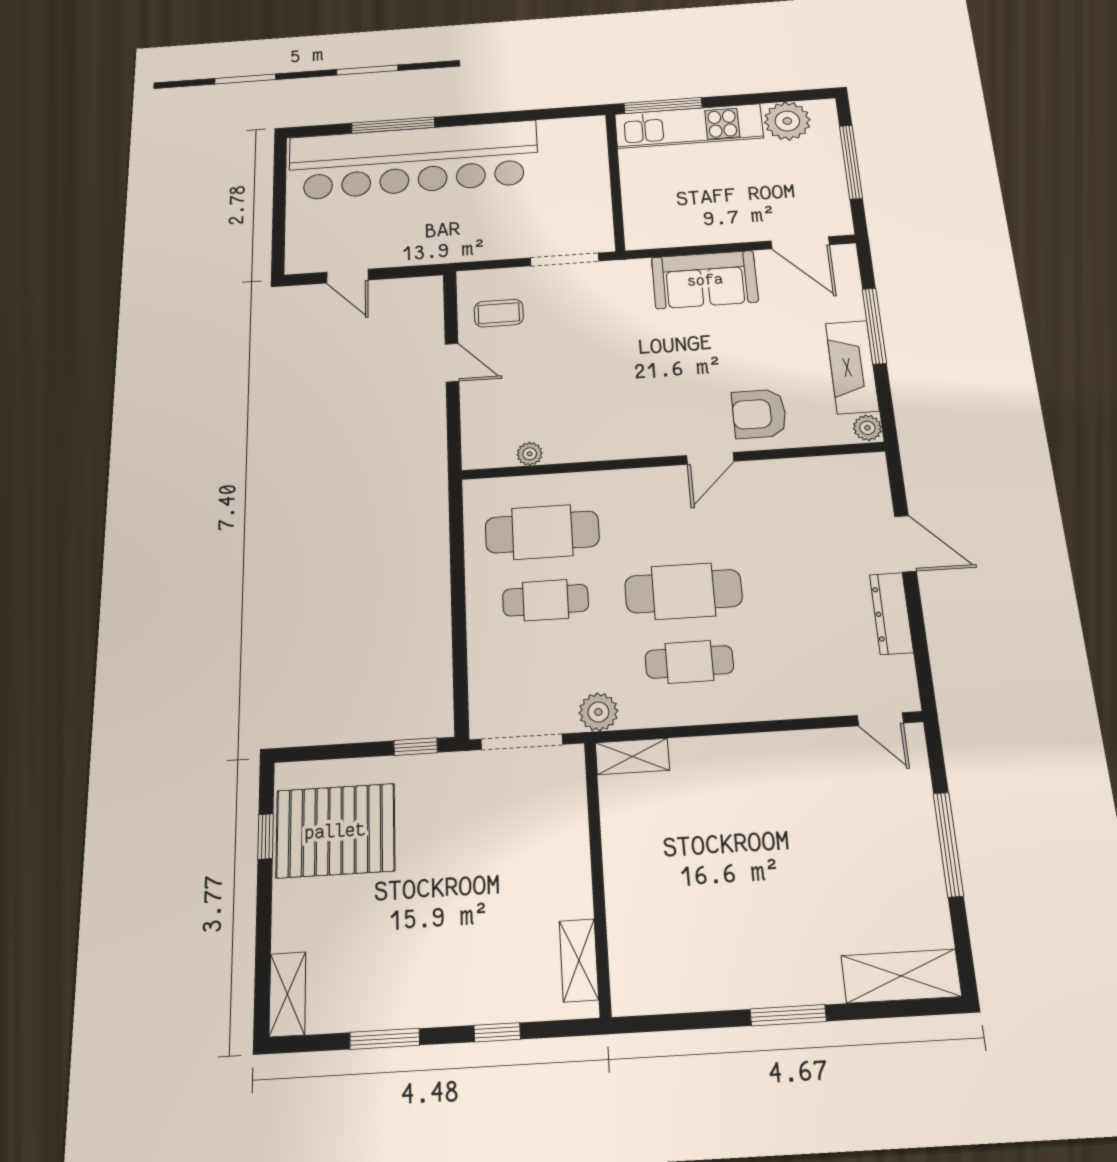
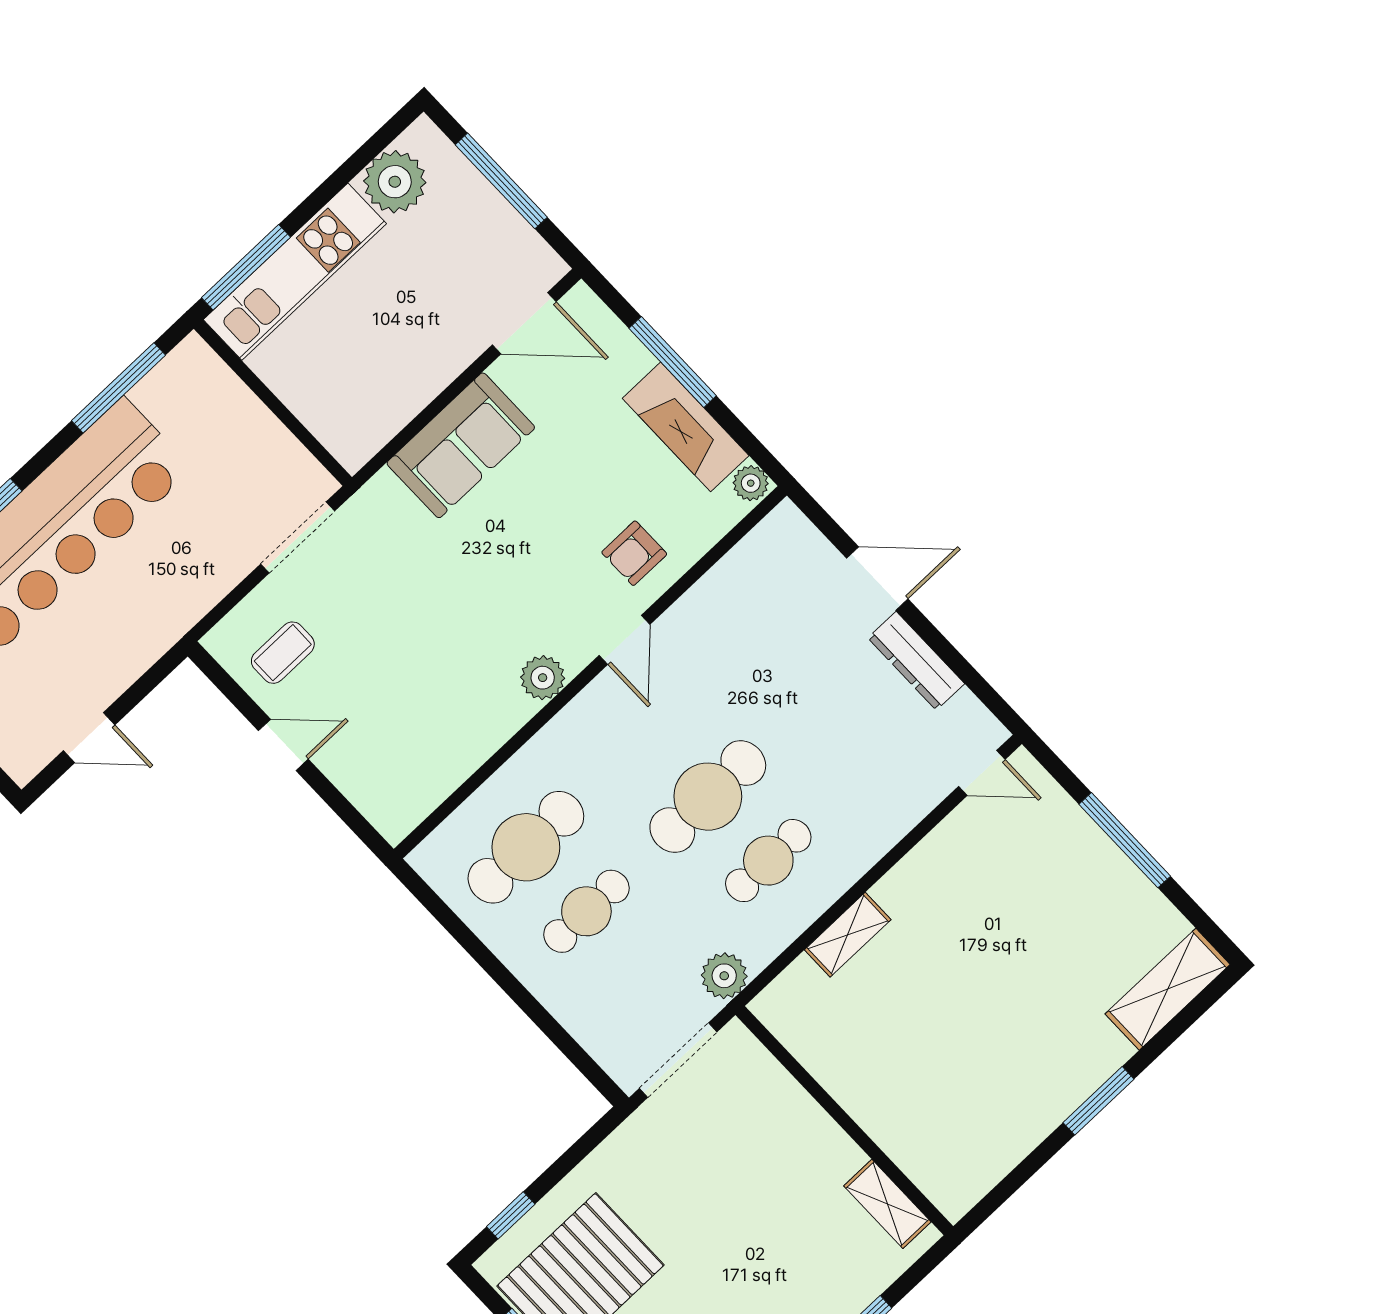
window: (536, 115) -> (118, 388), added
armchair: (759, 414) -> (634, 553), width x0.72, depth x0.72
plant: (530, 454) -> (543, 678), moved, width x1.38, depth x1.38
window: (416, 747) -> (511, 1215), moved
shelving: (632, 756) -> (848, 935), moved

